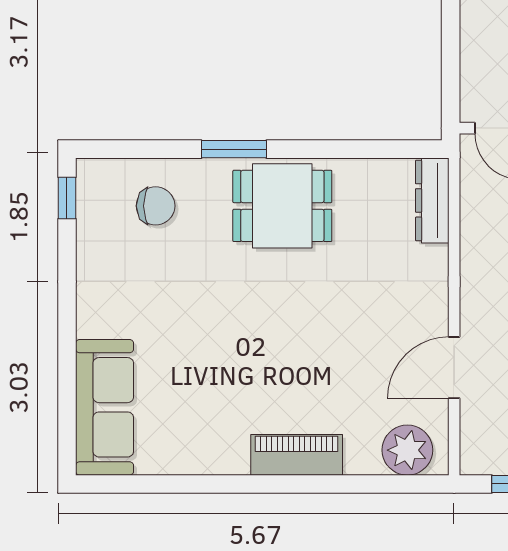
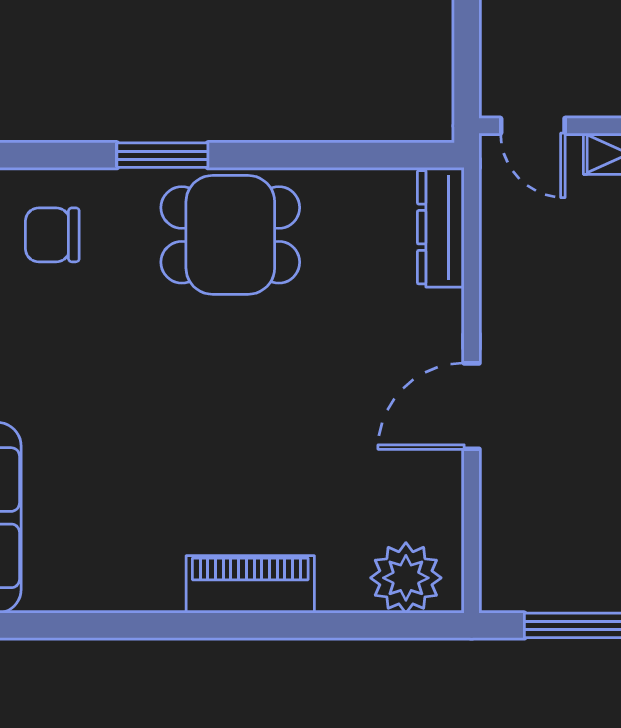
chair: (156, 206) -> (52, 235), turned 180
door: (454, 368) -> (472, 406), moved

